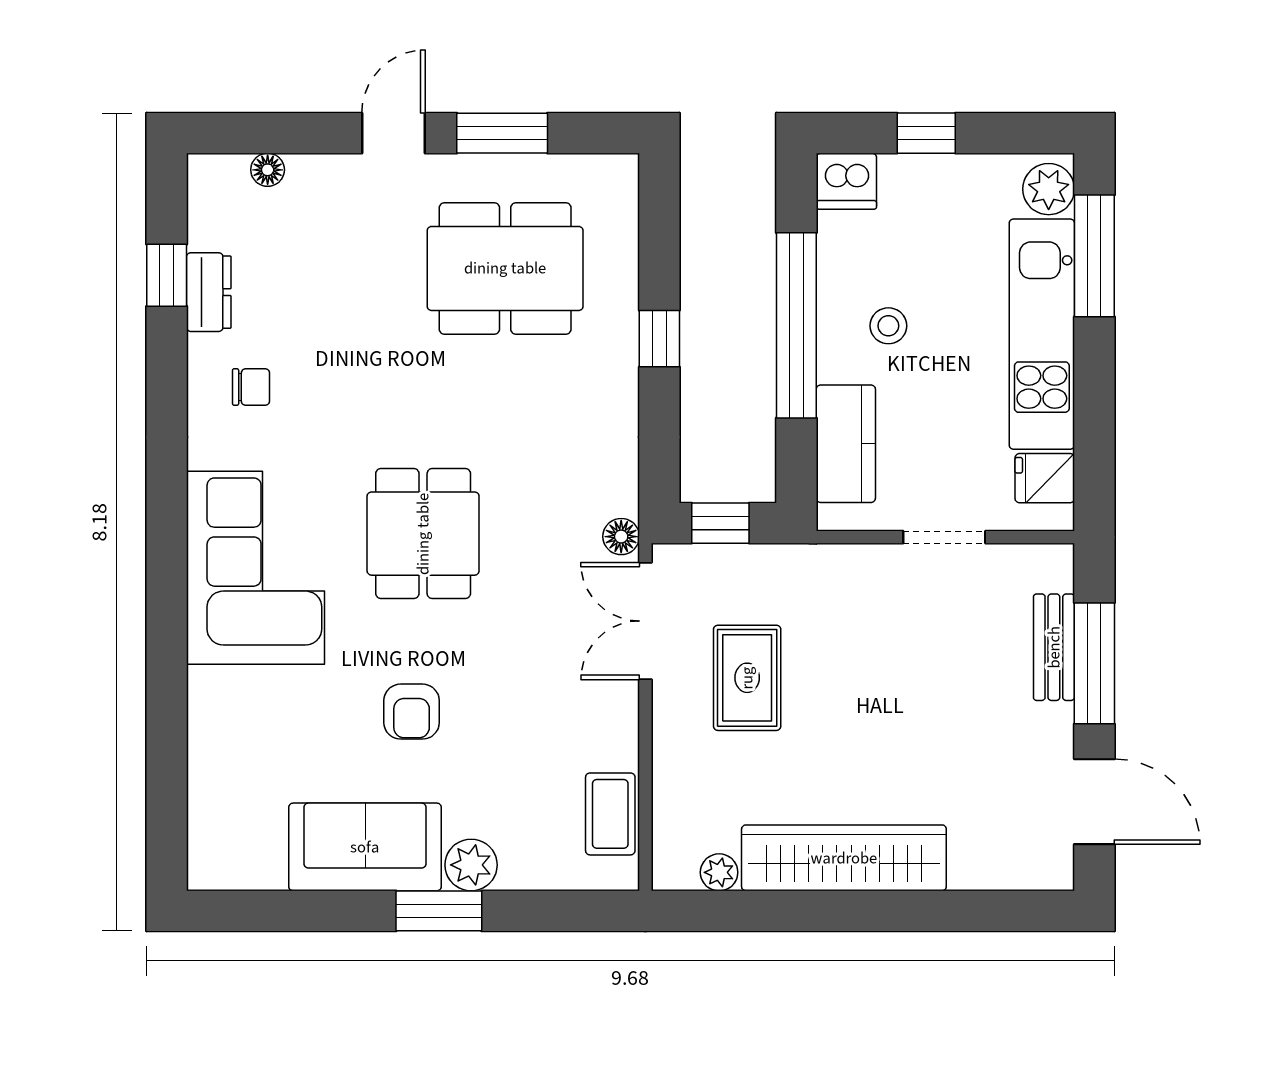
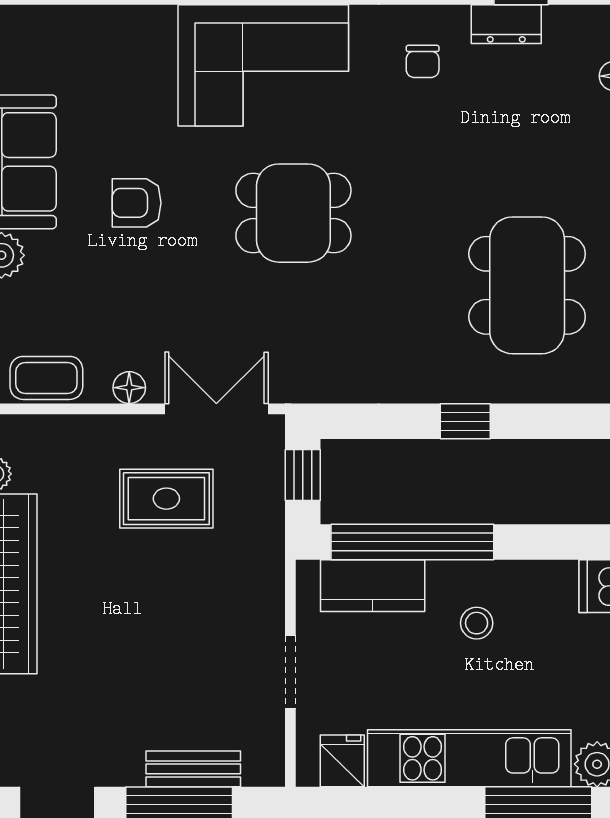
window: (796, 325) -> (412, 542), moved
floor lamp: (621, 537) -> (129, 388), moved

